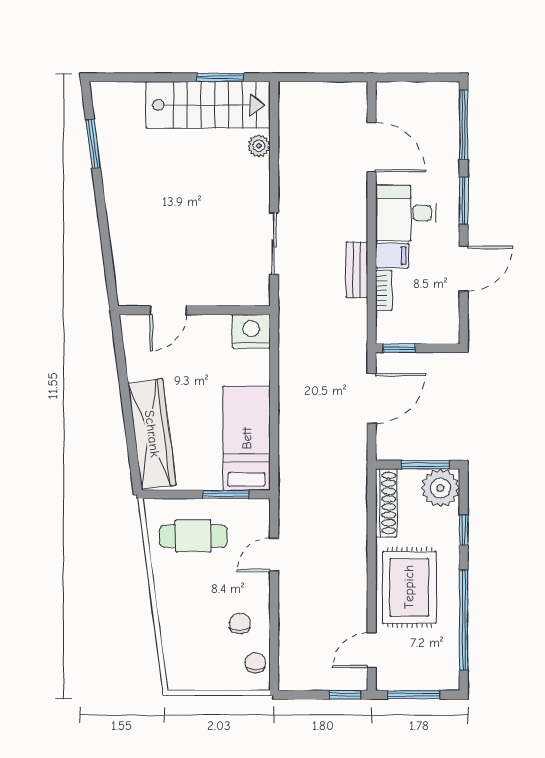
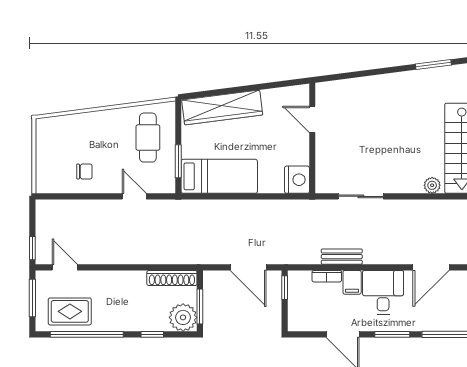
rug: (409, 587) -> (70, 311), moved, width x0.73, depth x0.70
chair: (255, 663) -> (56, 183), removed

